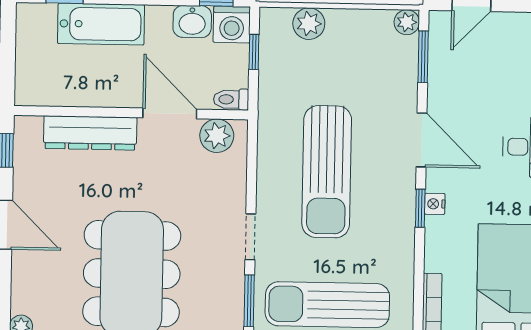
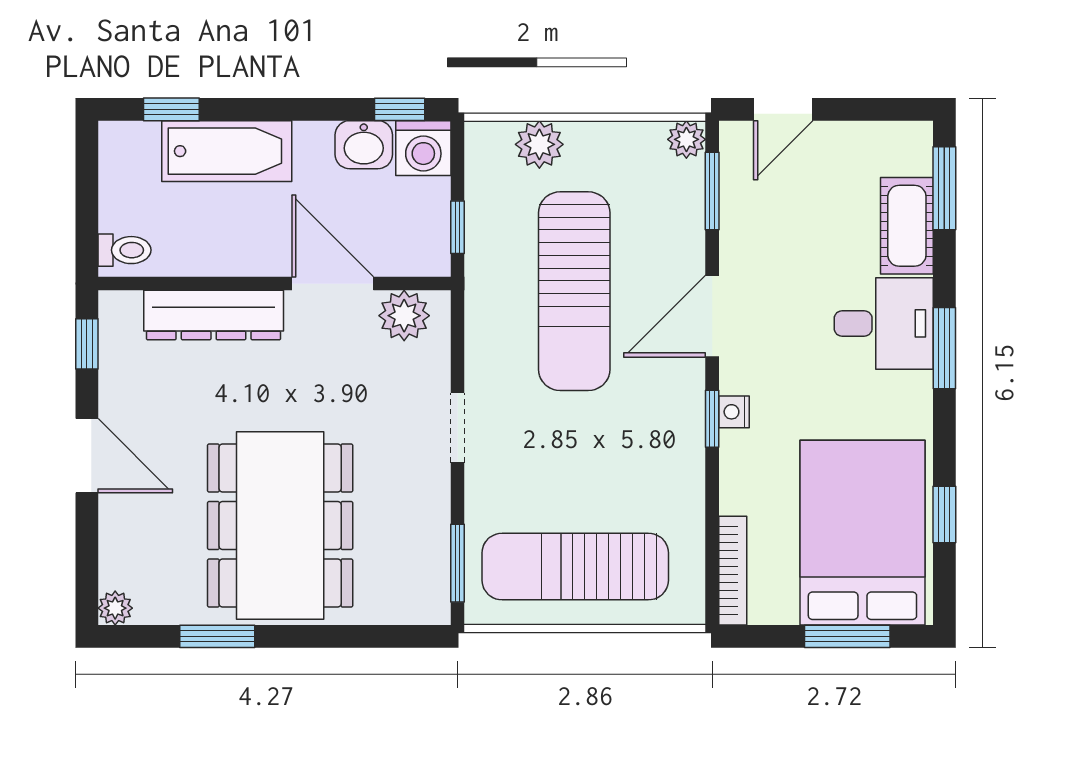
window: (254, 52) -> (458, 227), moved
toilet: (231, 99) -> (124, 250), moved, turned 180
door: (422, 140) -> (712, 316), swing flipped
sun lounger: (327, 172) -> (574, 291), moved
doorway: (250, 237) -> (458, 428), moved

